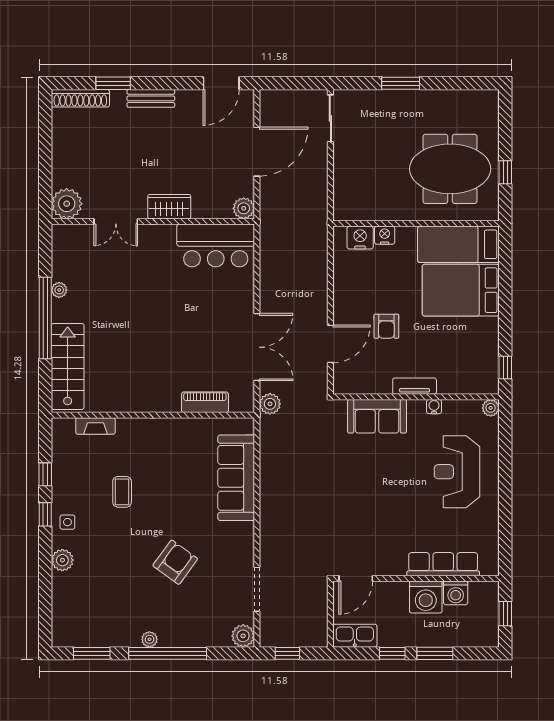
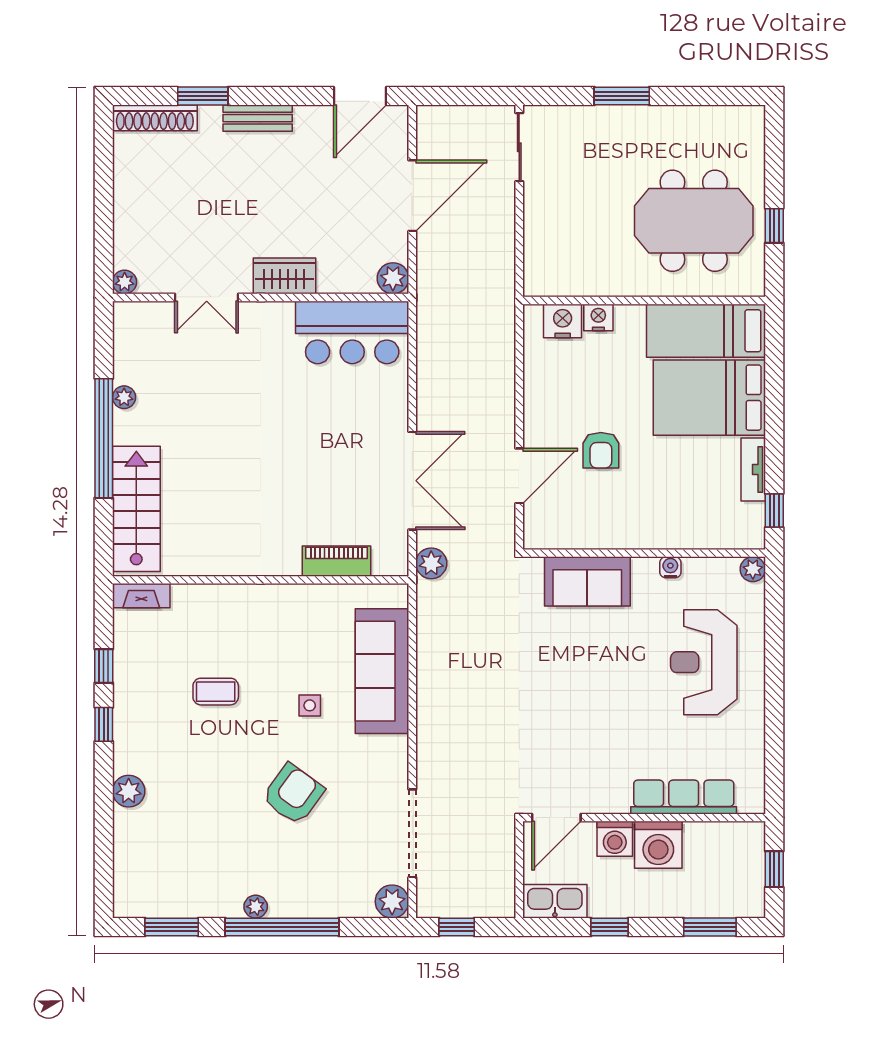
plant: (67, 204) -> (125, 282), width x0.53, depth x0.53
tv unit: (415, 386) -> (753, 469), moved, turned -90
fireplace: (95, 426) -> (141, 596), moved
coffee table: (122, 492) -> (216, 692), turned 90
side table: (67, 522) -> (310, 705), moved
doorway: (257, 589) -> (412, 833), width x1.36
washing machine: (456, 593) -> (615, 839), moved
window: (435, 653) -> (710, 927), moved

